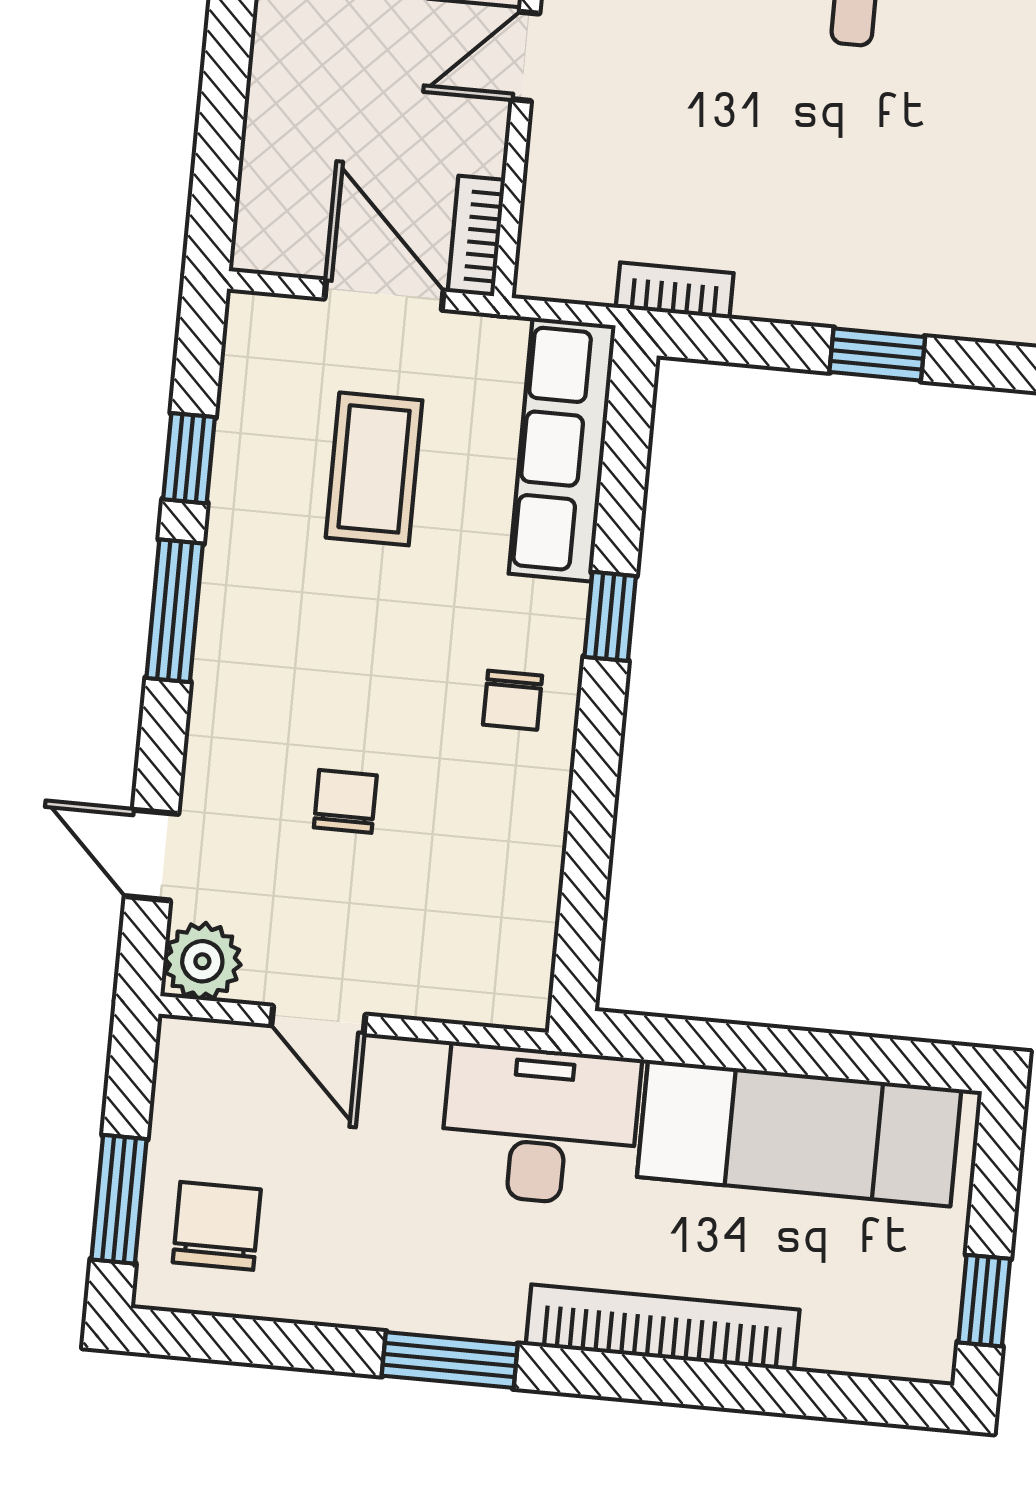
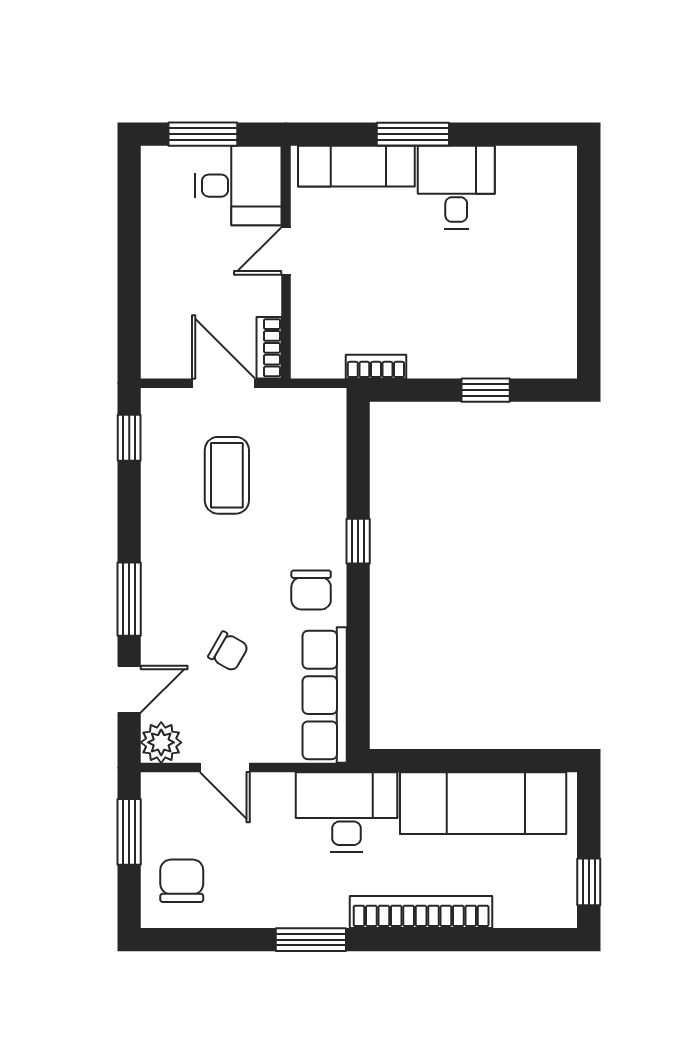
row of seats: (562, 449) -> (325, 695), moved
window: (189, 458) -> (129, 438), moved
window: (175, 611) -> (129, 599), moved
chair: (513, 700) -> (311, 590), width x1.37, depth x1.37
chair: (345, 801) -> (228, 651), turned 120
door: (152, 855) -> (129, 689), swing flipped
window: (119, 1199) -> (129, 832), moved

